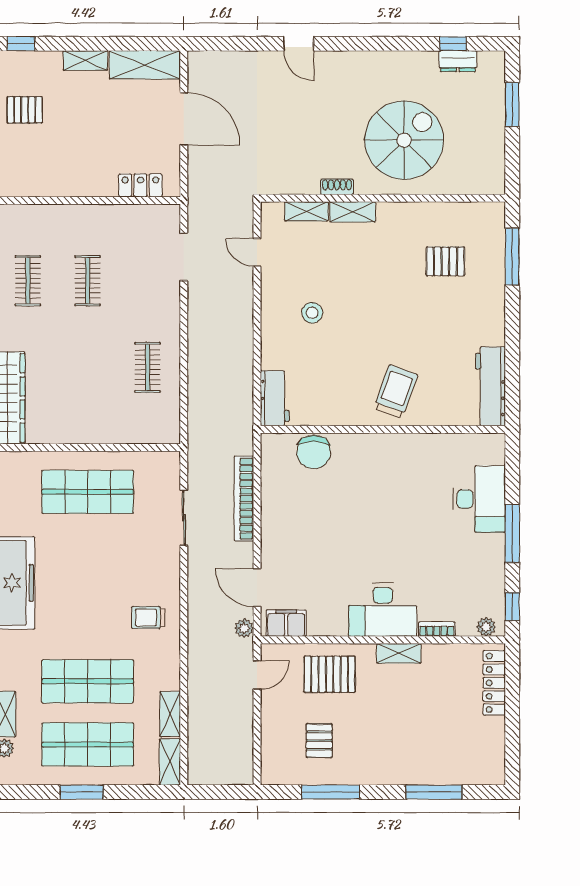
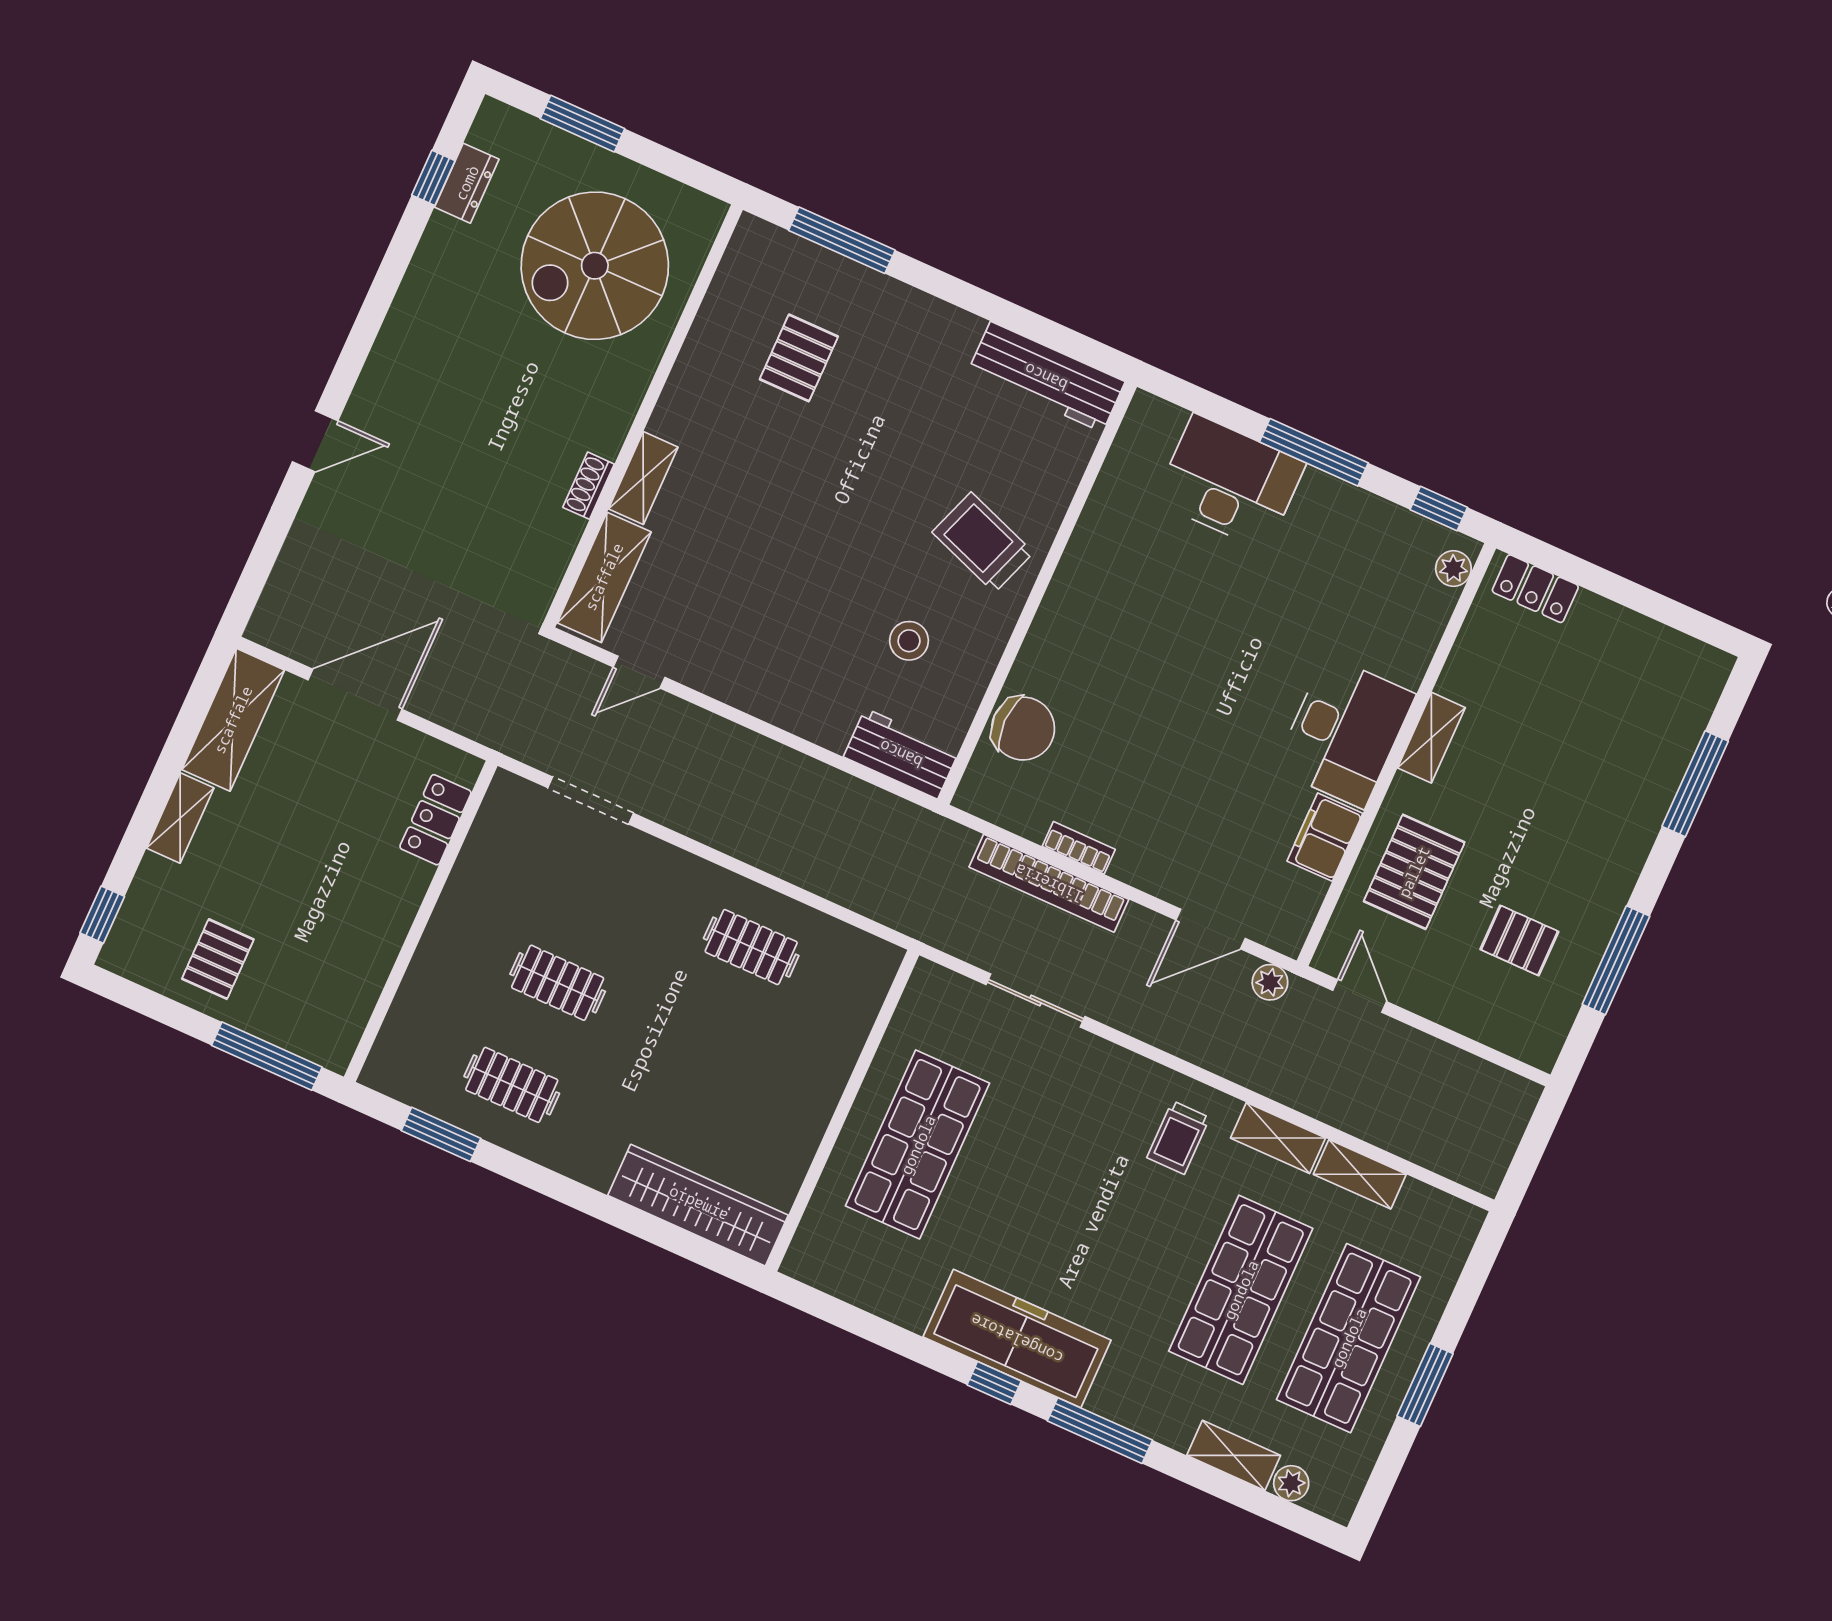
spiral stairs: (404, 140) -> (595, 266), moved, turned -90
shelving: (306, 211) -> (604, 577), width x1.50, depth x1.33
stool: (312, 313) -> (909, 641), moved
filing cabinet: (286, 623) -> (1325, 837), moved
bookcase: (437, 629) -> (1079, 848), moved, turned 90
locker: (494, 683) -> (1535, 589), width x0.66
shelving: (170, 762) -> (1278, 1138), moved

